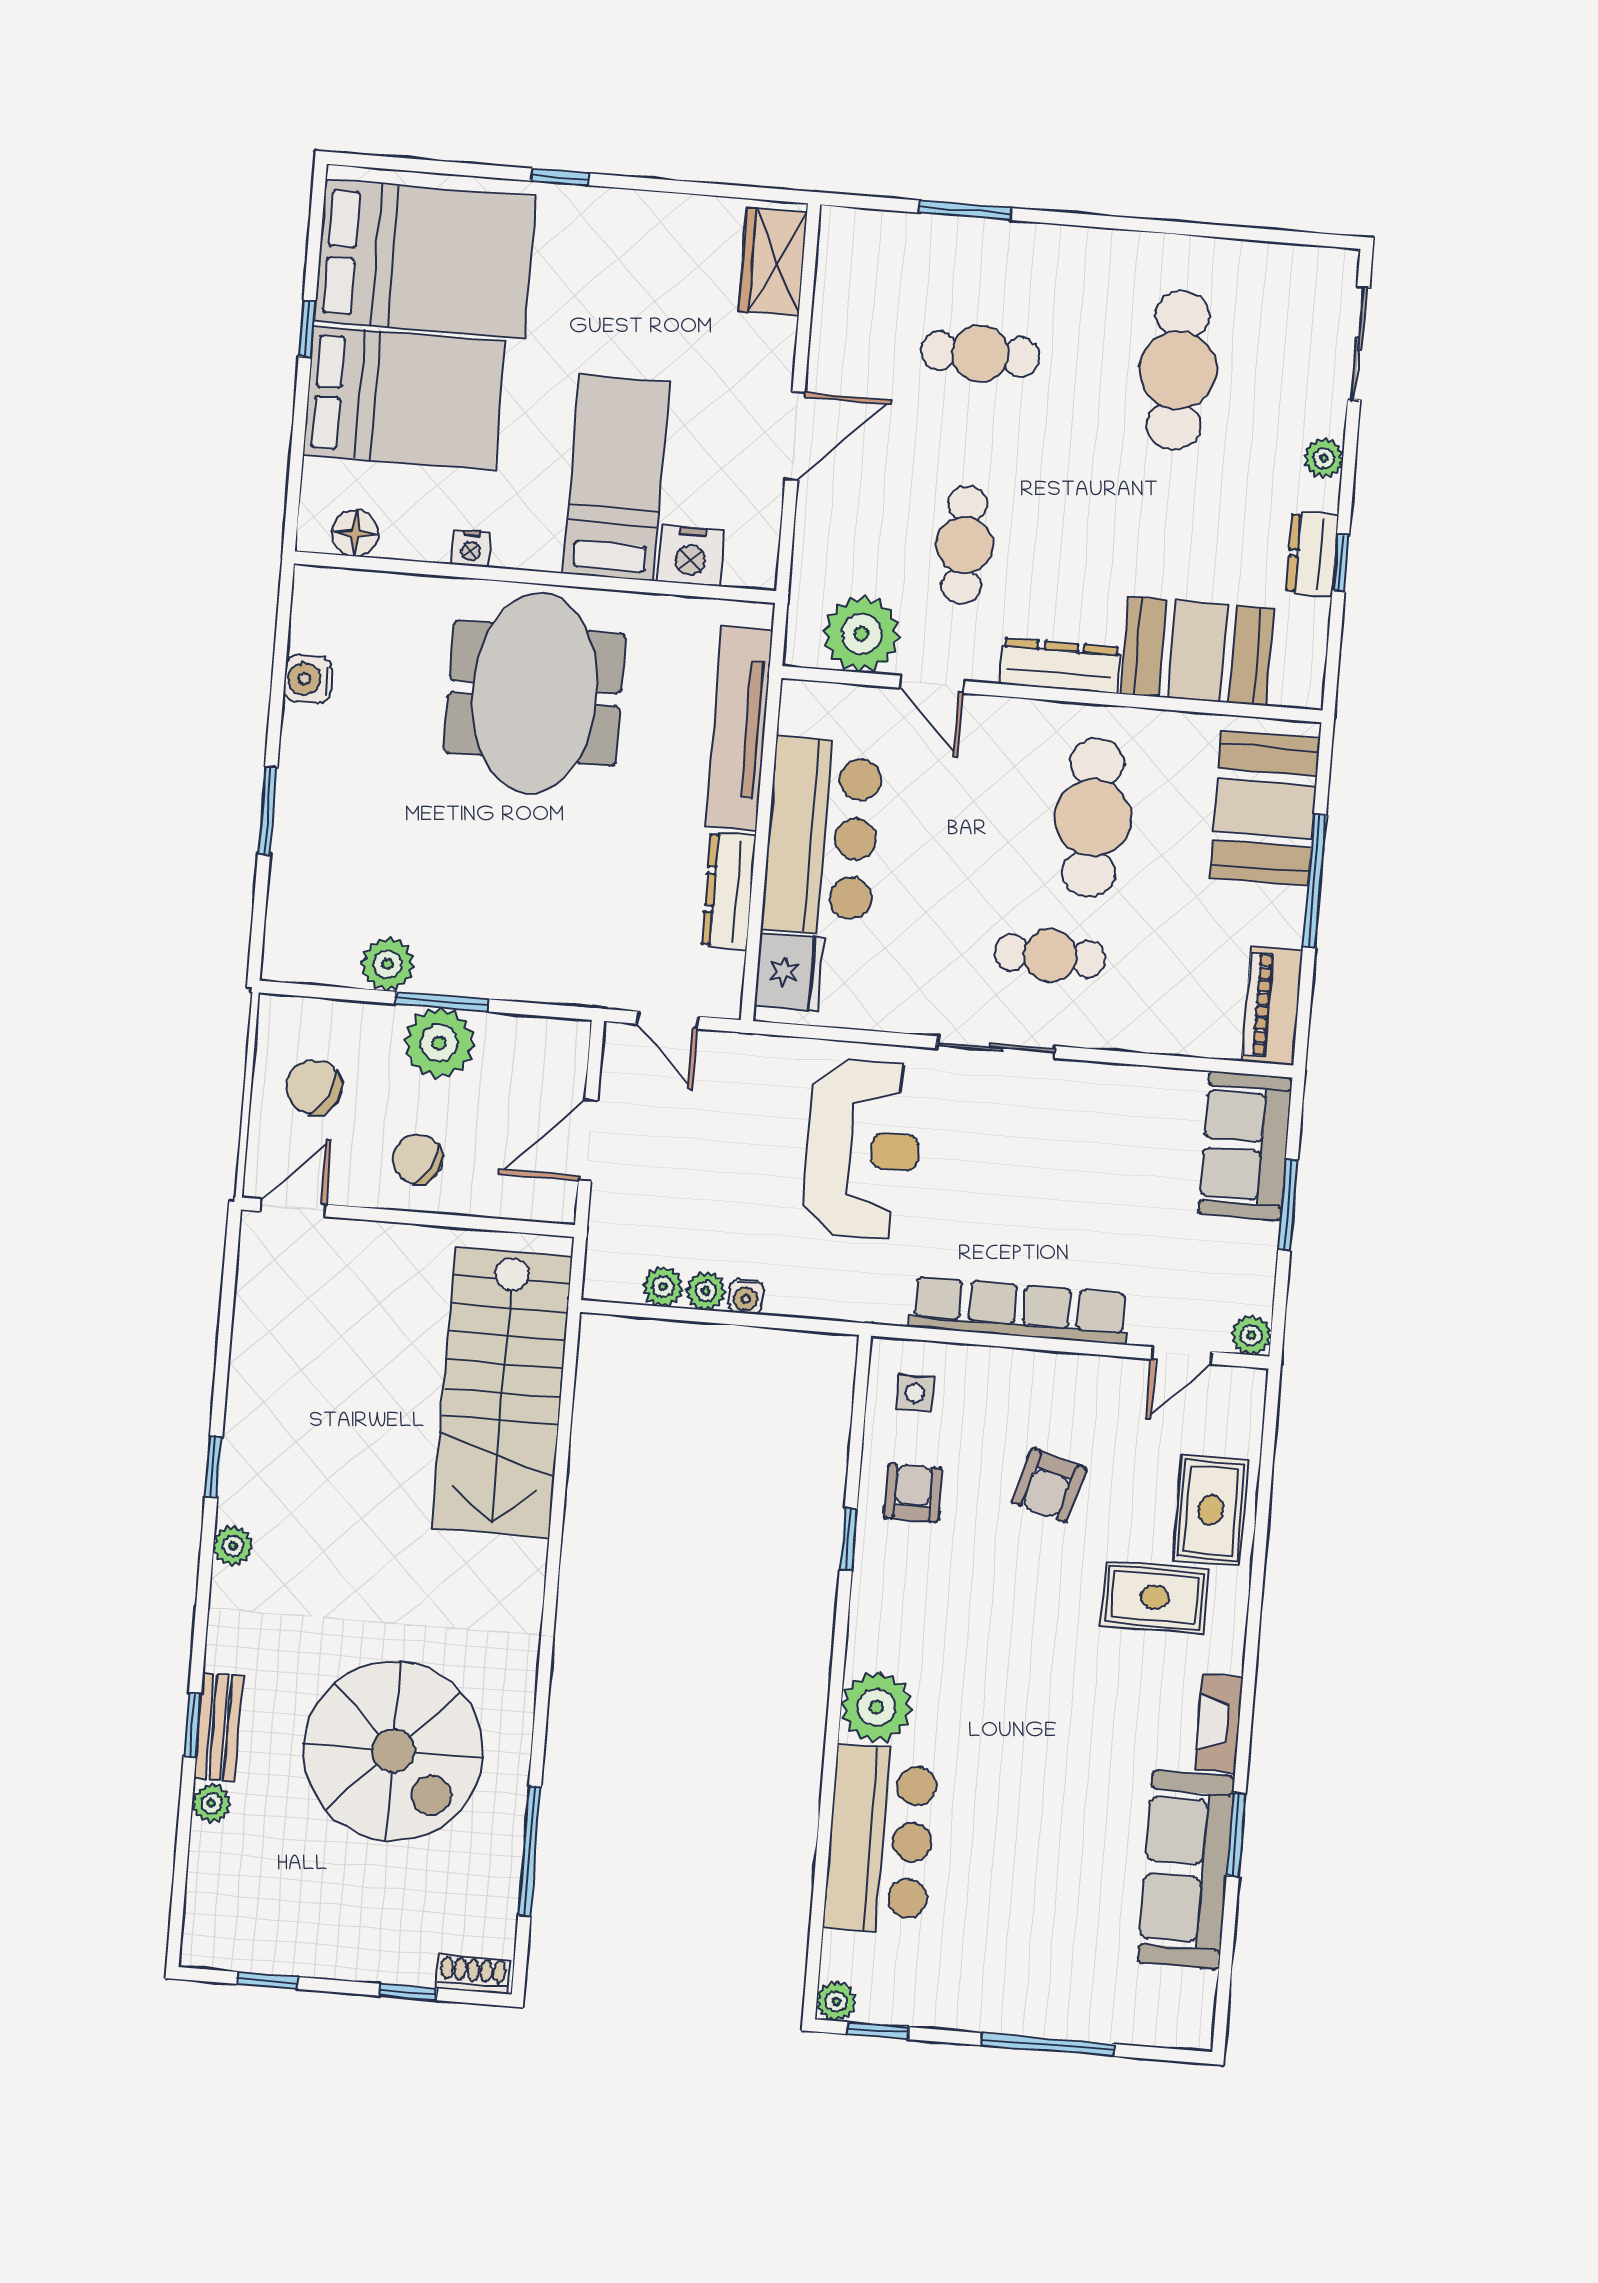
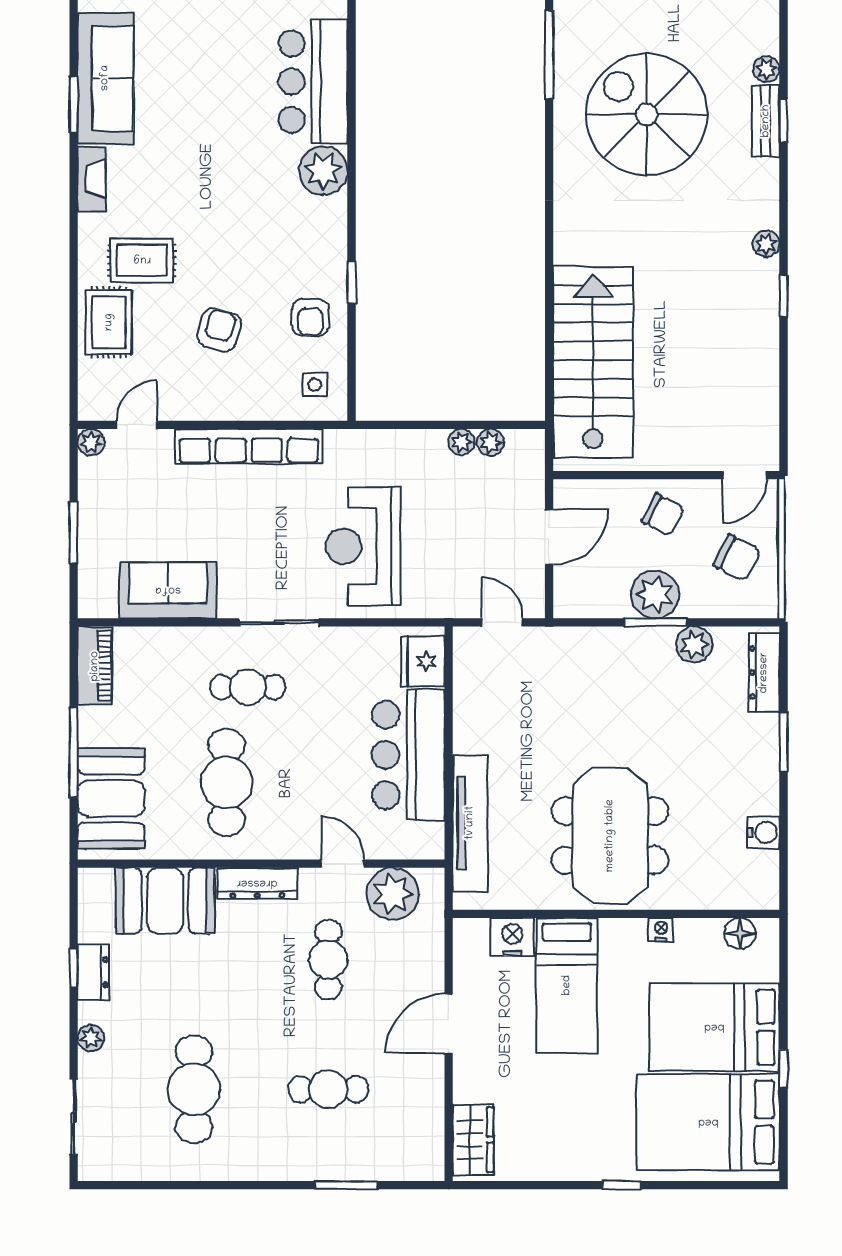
dresser: (729, 891) -> (764, 673), moved, turned 180
sofa: (1245, 1146) -> (168, 590), moved, turned -90
water cooler: (746, 1297) -> (434, 440), removed

